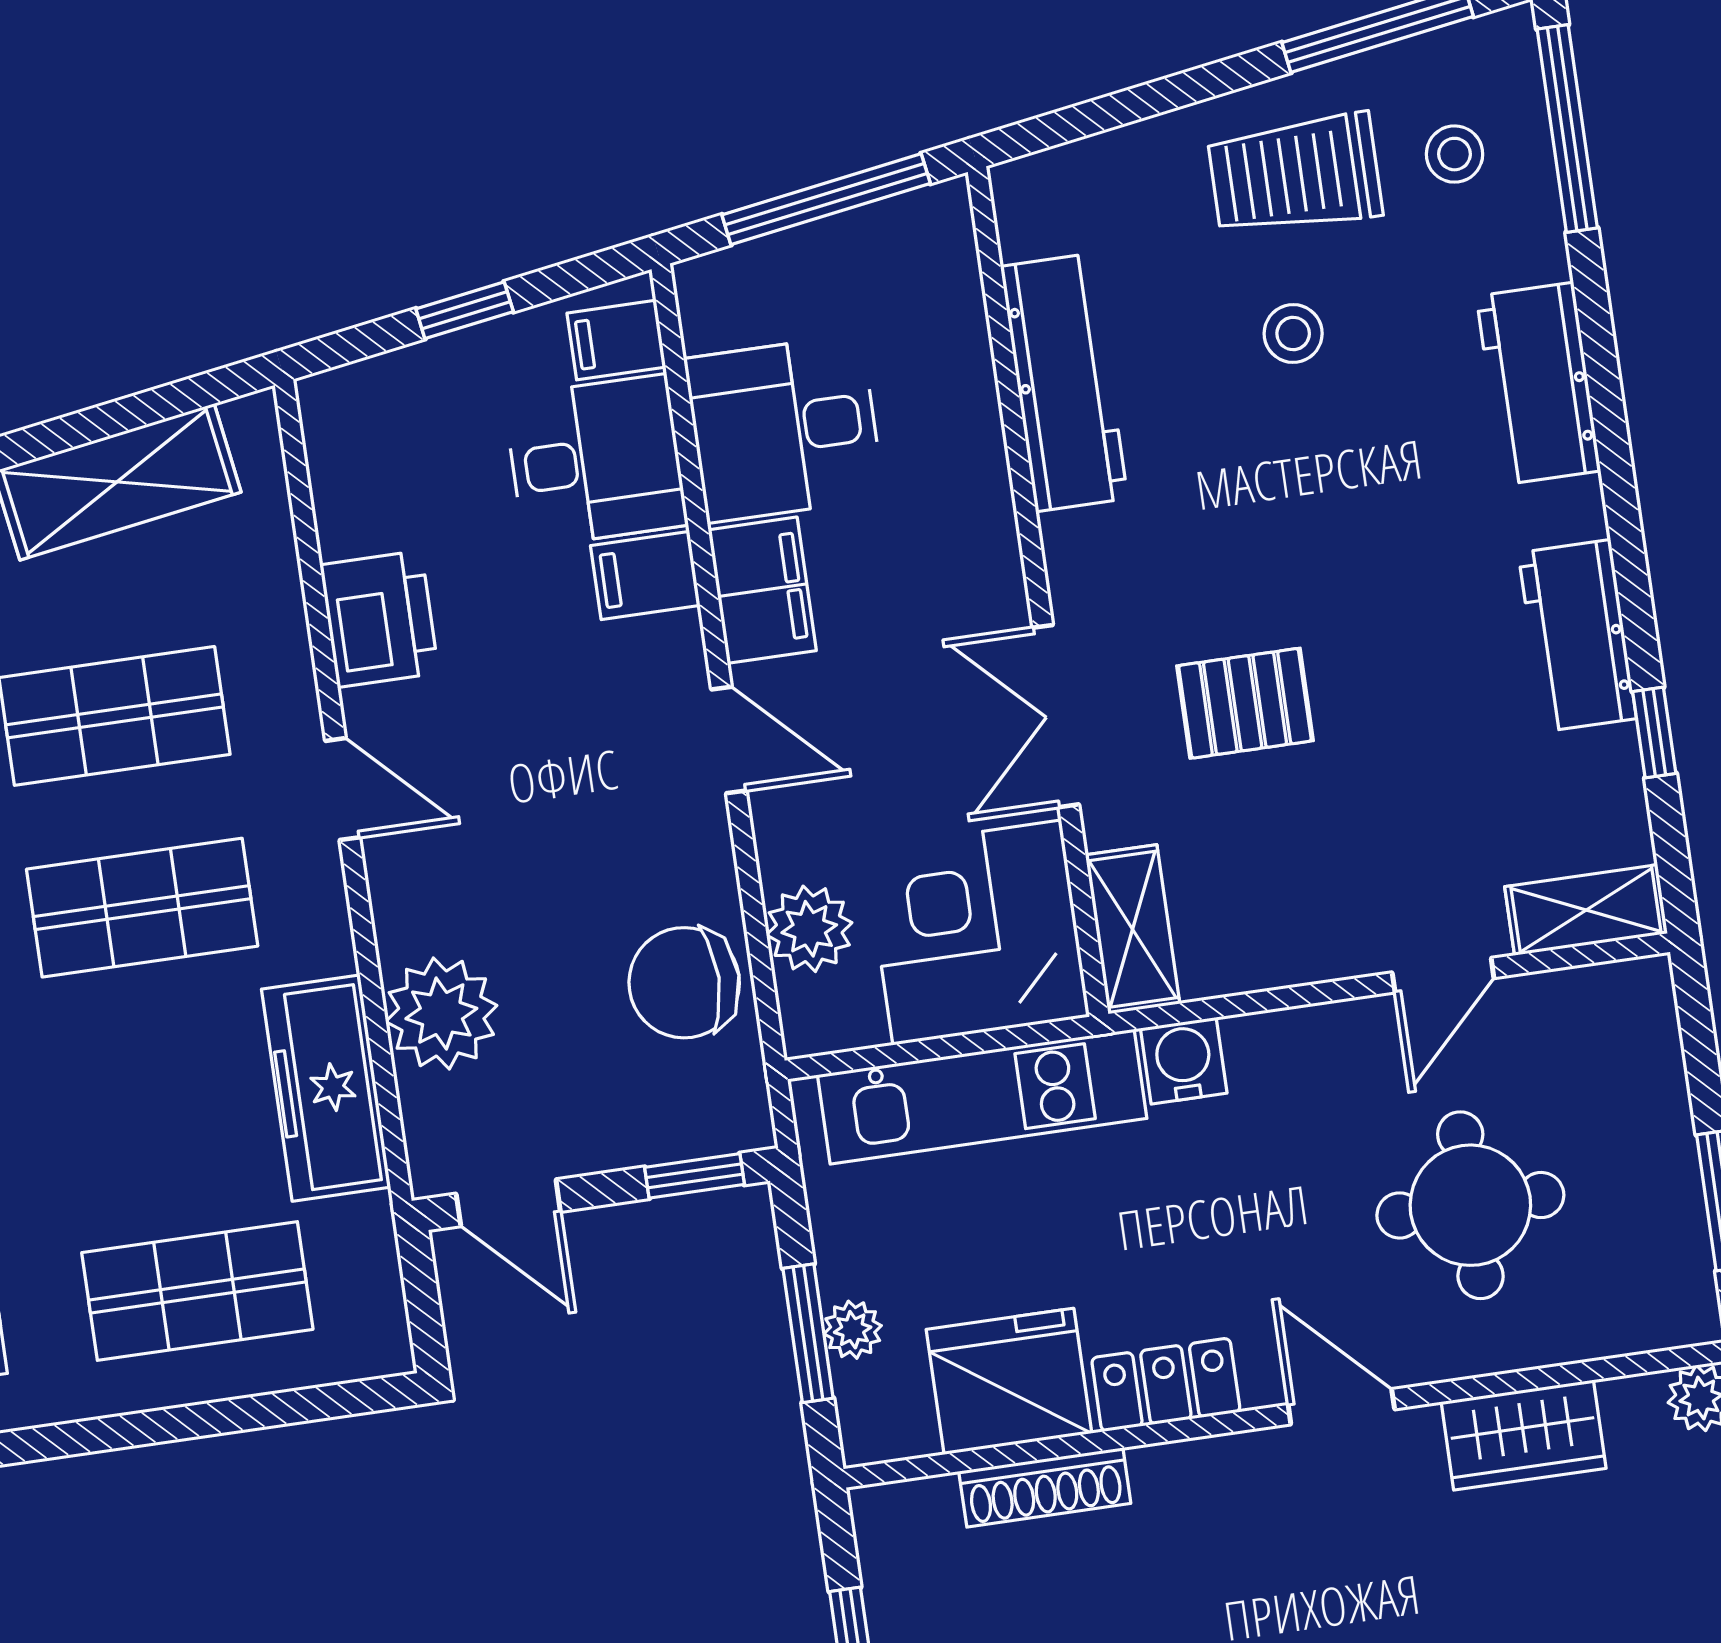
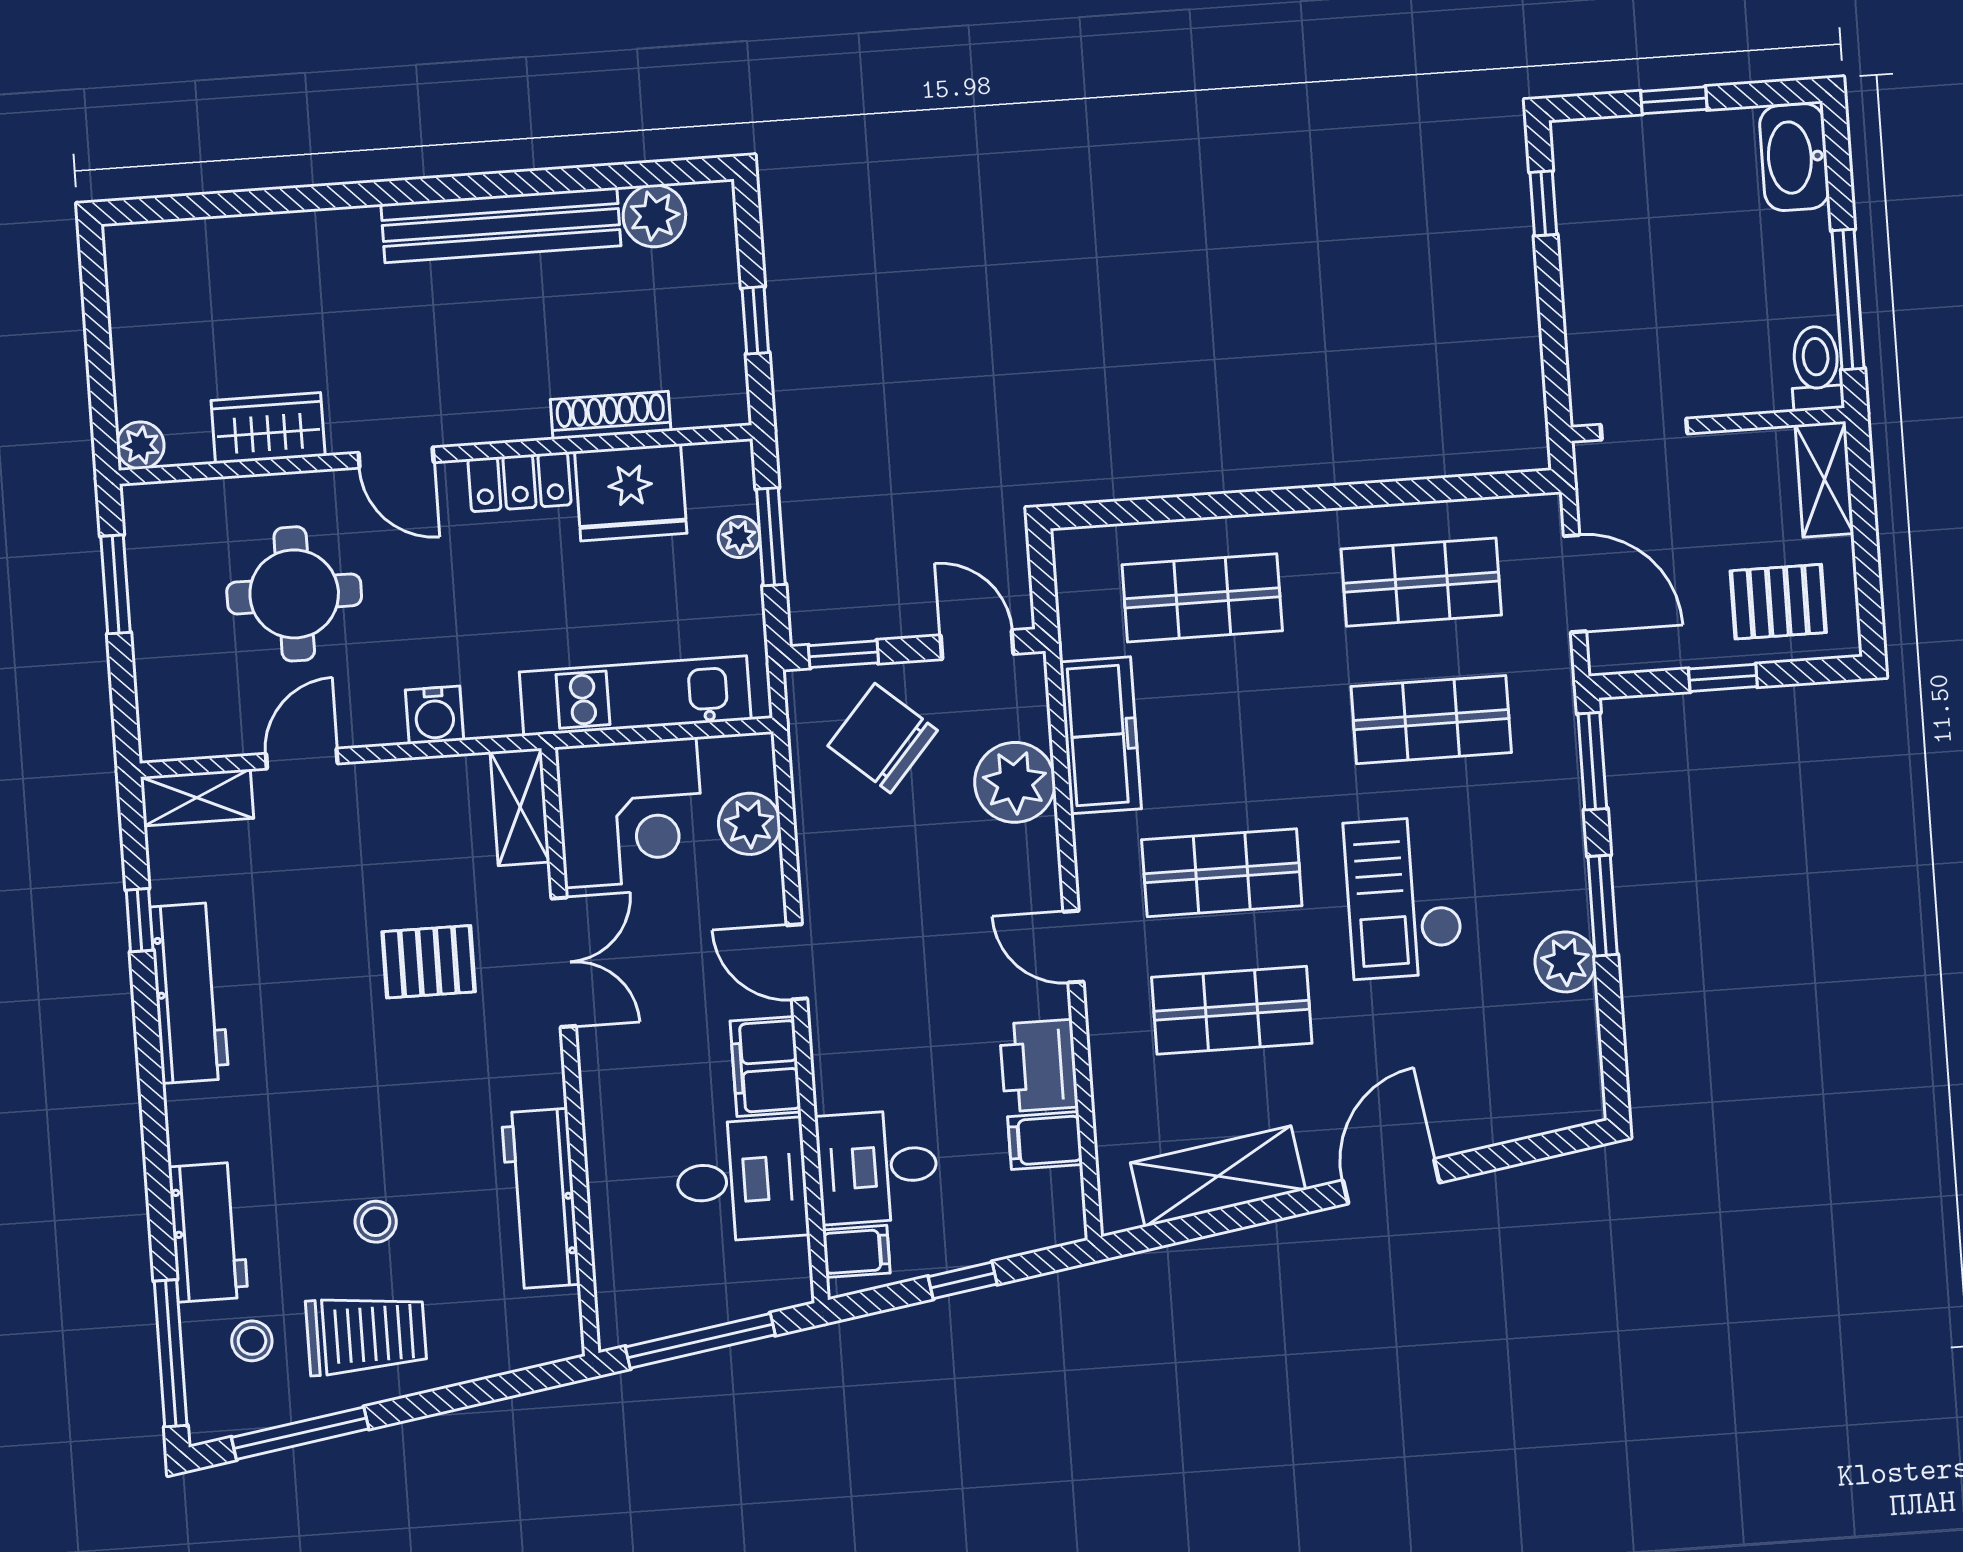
workbench: (1538, 384) -> (208, 1232), moved
filing cabinet: (645, 575) -> (1045, 1141), moved, turned 180
workbench: (1577, 636) -> (189, 993), width x1.38
chair: (684, 983) -> (883, 738), moved, turned -139
water cooler: (1184, 1061) -> (434, 715), moved

